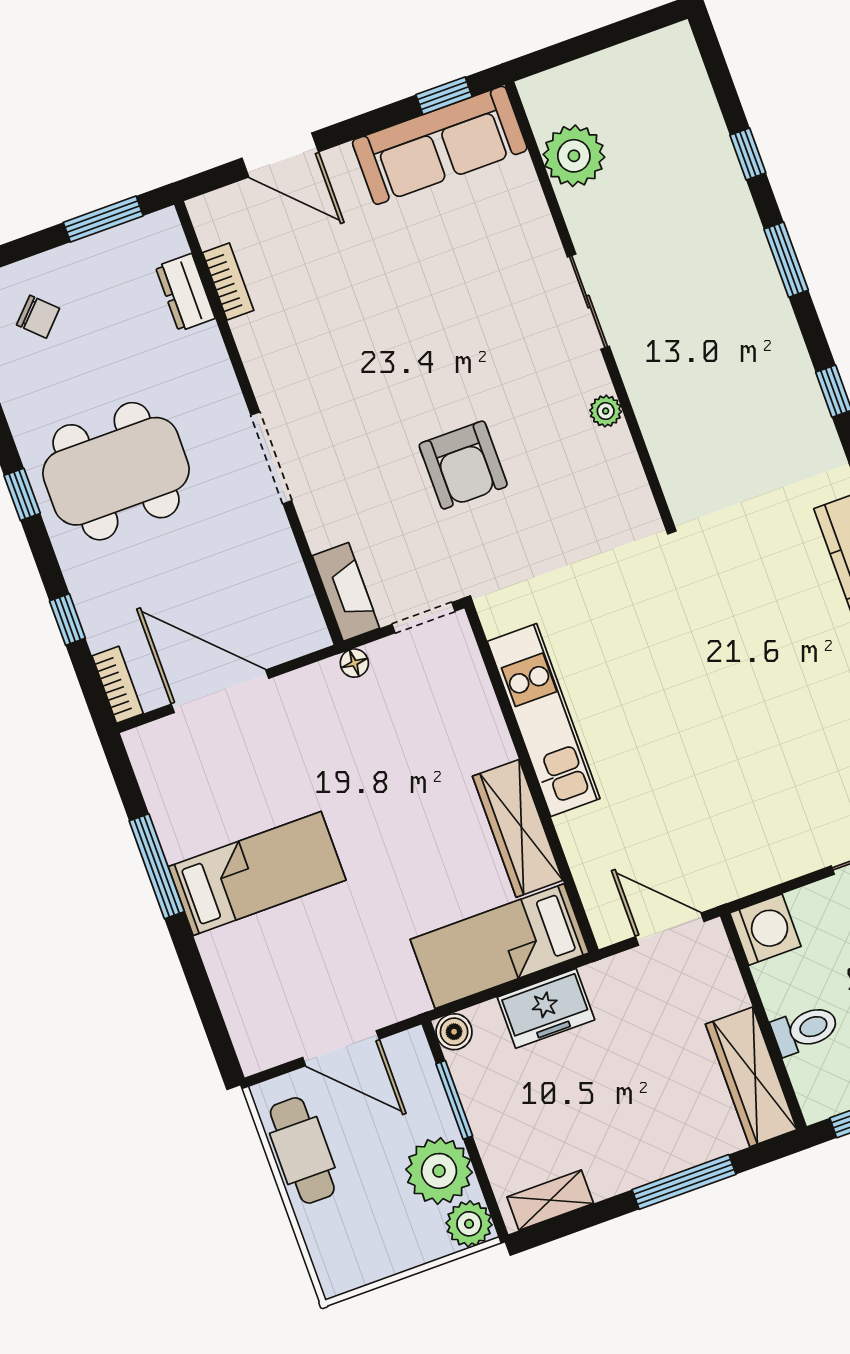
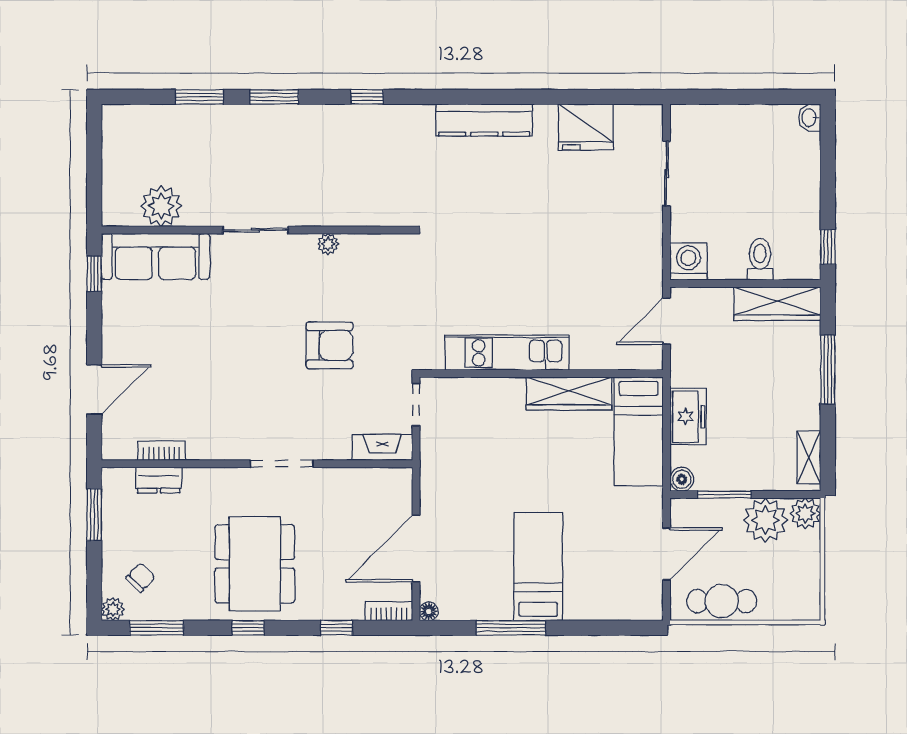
sofa: (440, 145) -> (155, 256), moved, turned 90
window: (748, 154) -> (199, 97), width x1.50
floor lamp: (354, 663) -> (429, 611), moved

